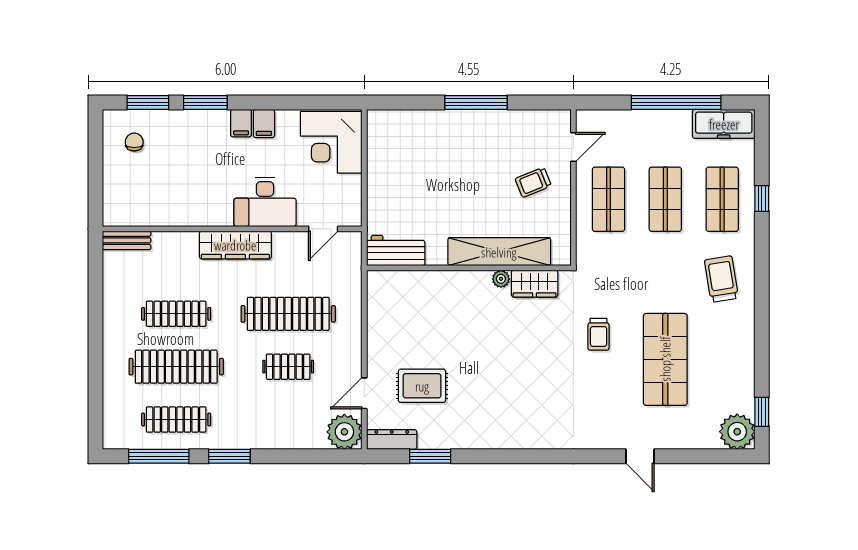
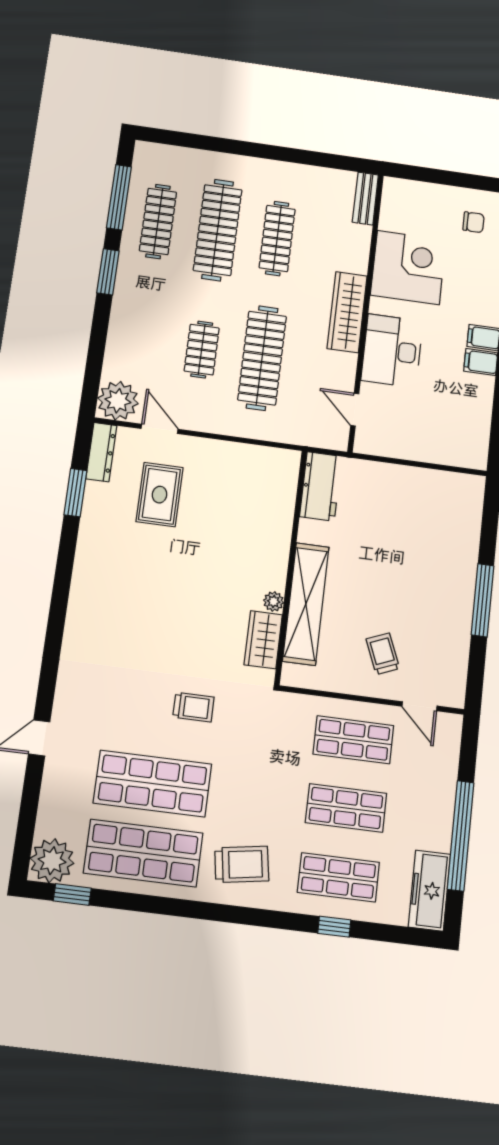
corner desk: (331, 142) -> (408, 268), moved, turned 90
trolley: (599, 334) -> (193, 707), turned 180
shop shelf: (722, 359) -> (143, 853), added

